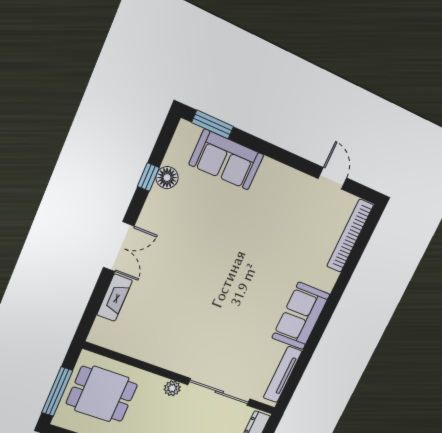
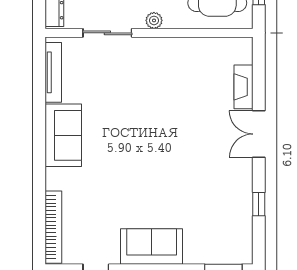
sofa: (226, 160) -> (152, 246), moved
floor lamp: (167, 178) -> (243, 210), removed
sliding door: (219, 392) -> (107, 33), width x0.73

